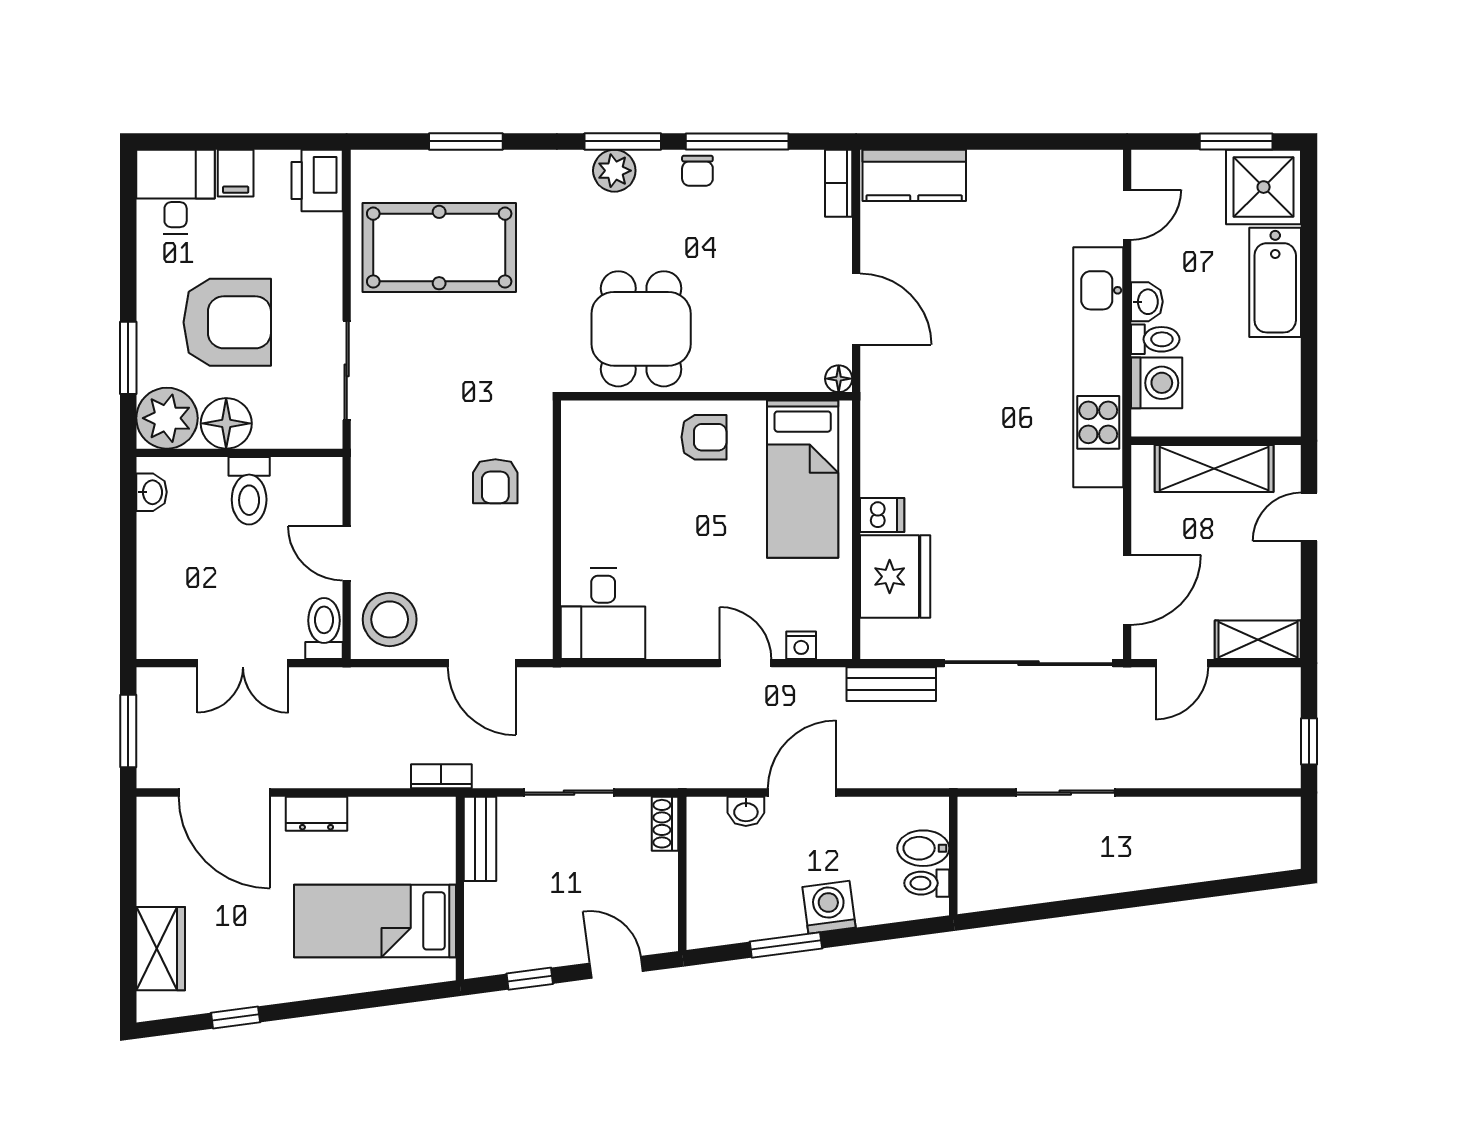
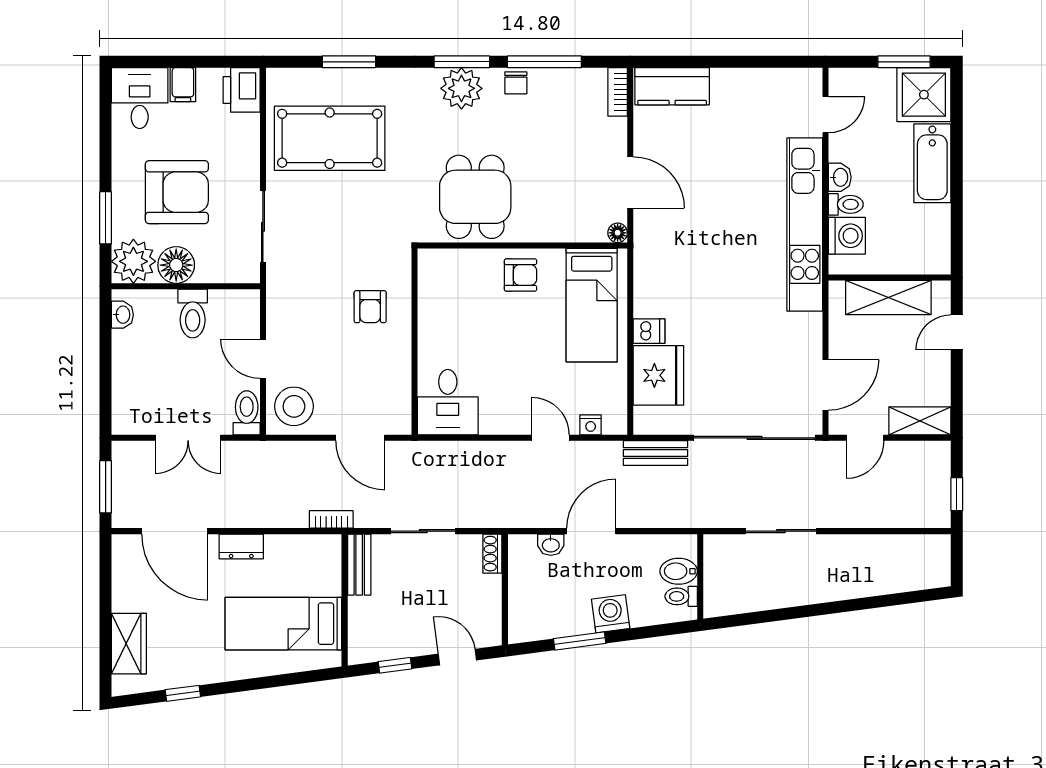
plant: (614, 171) -> (461, 88), width x1.36, depth x1.36

